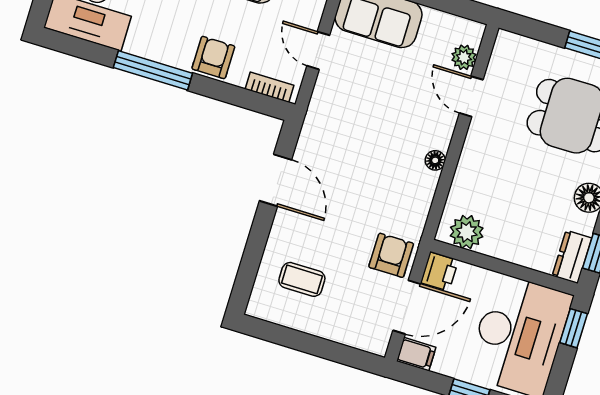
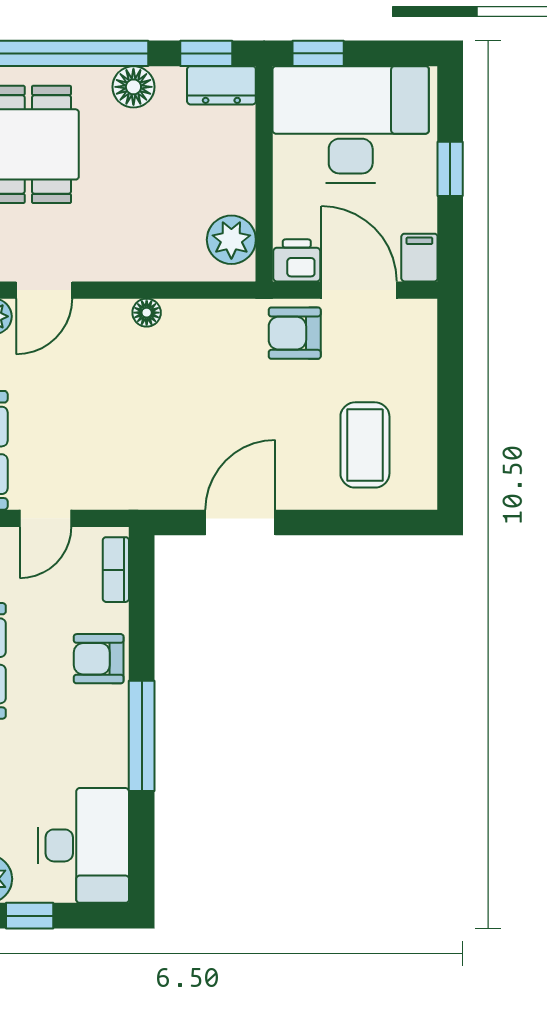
coffee table: (302, 279) -> (365, 445), width x1.36, depth x1.30

